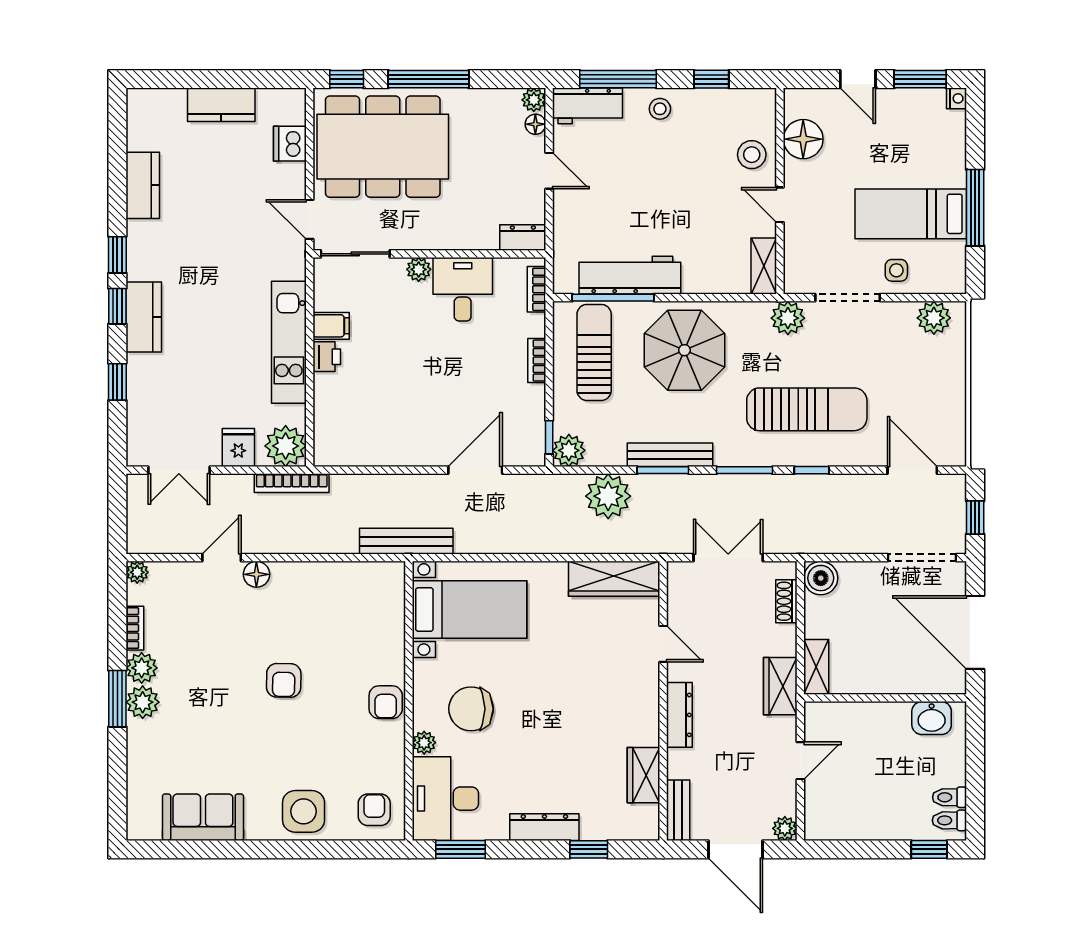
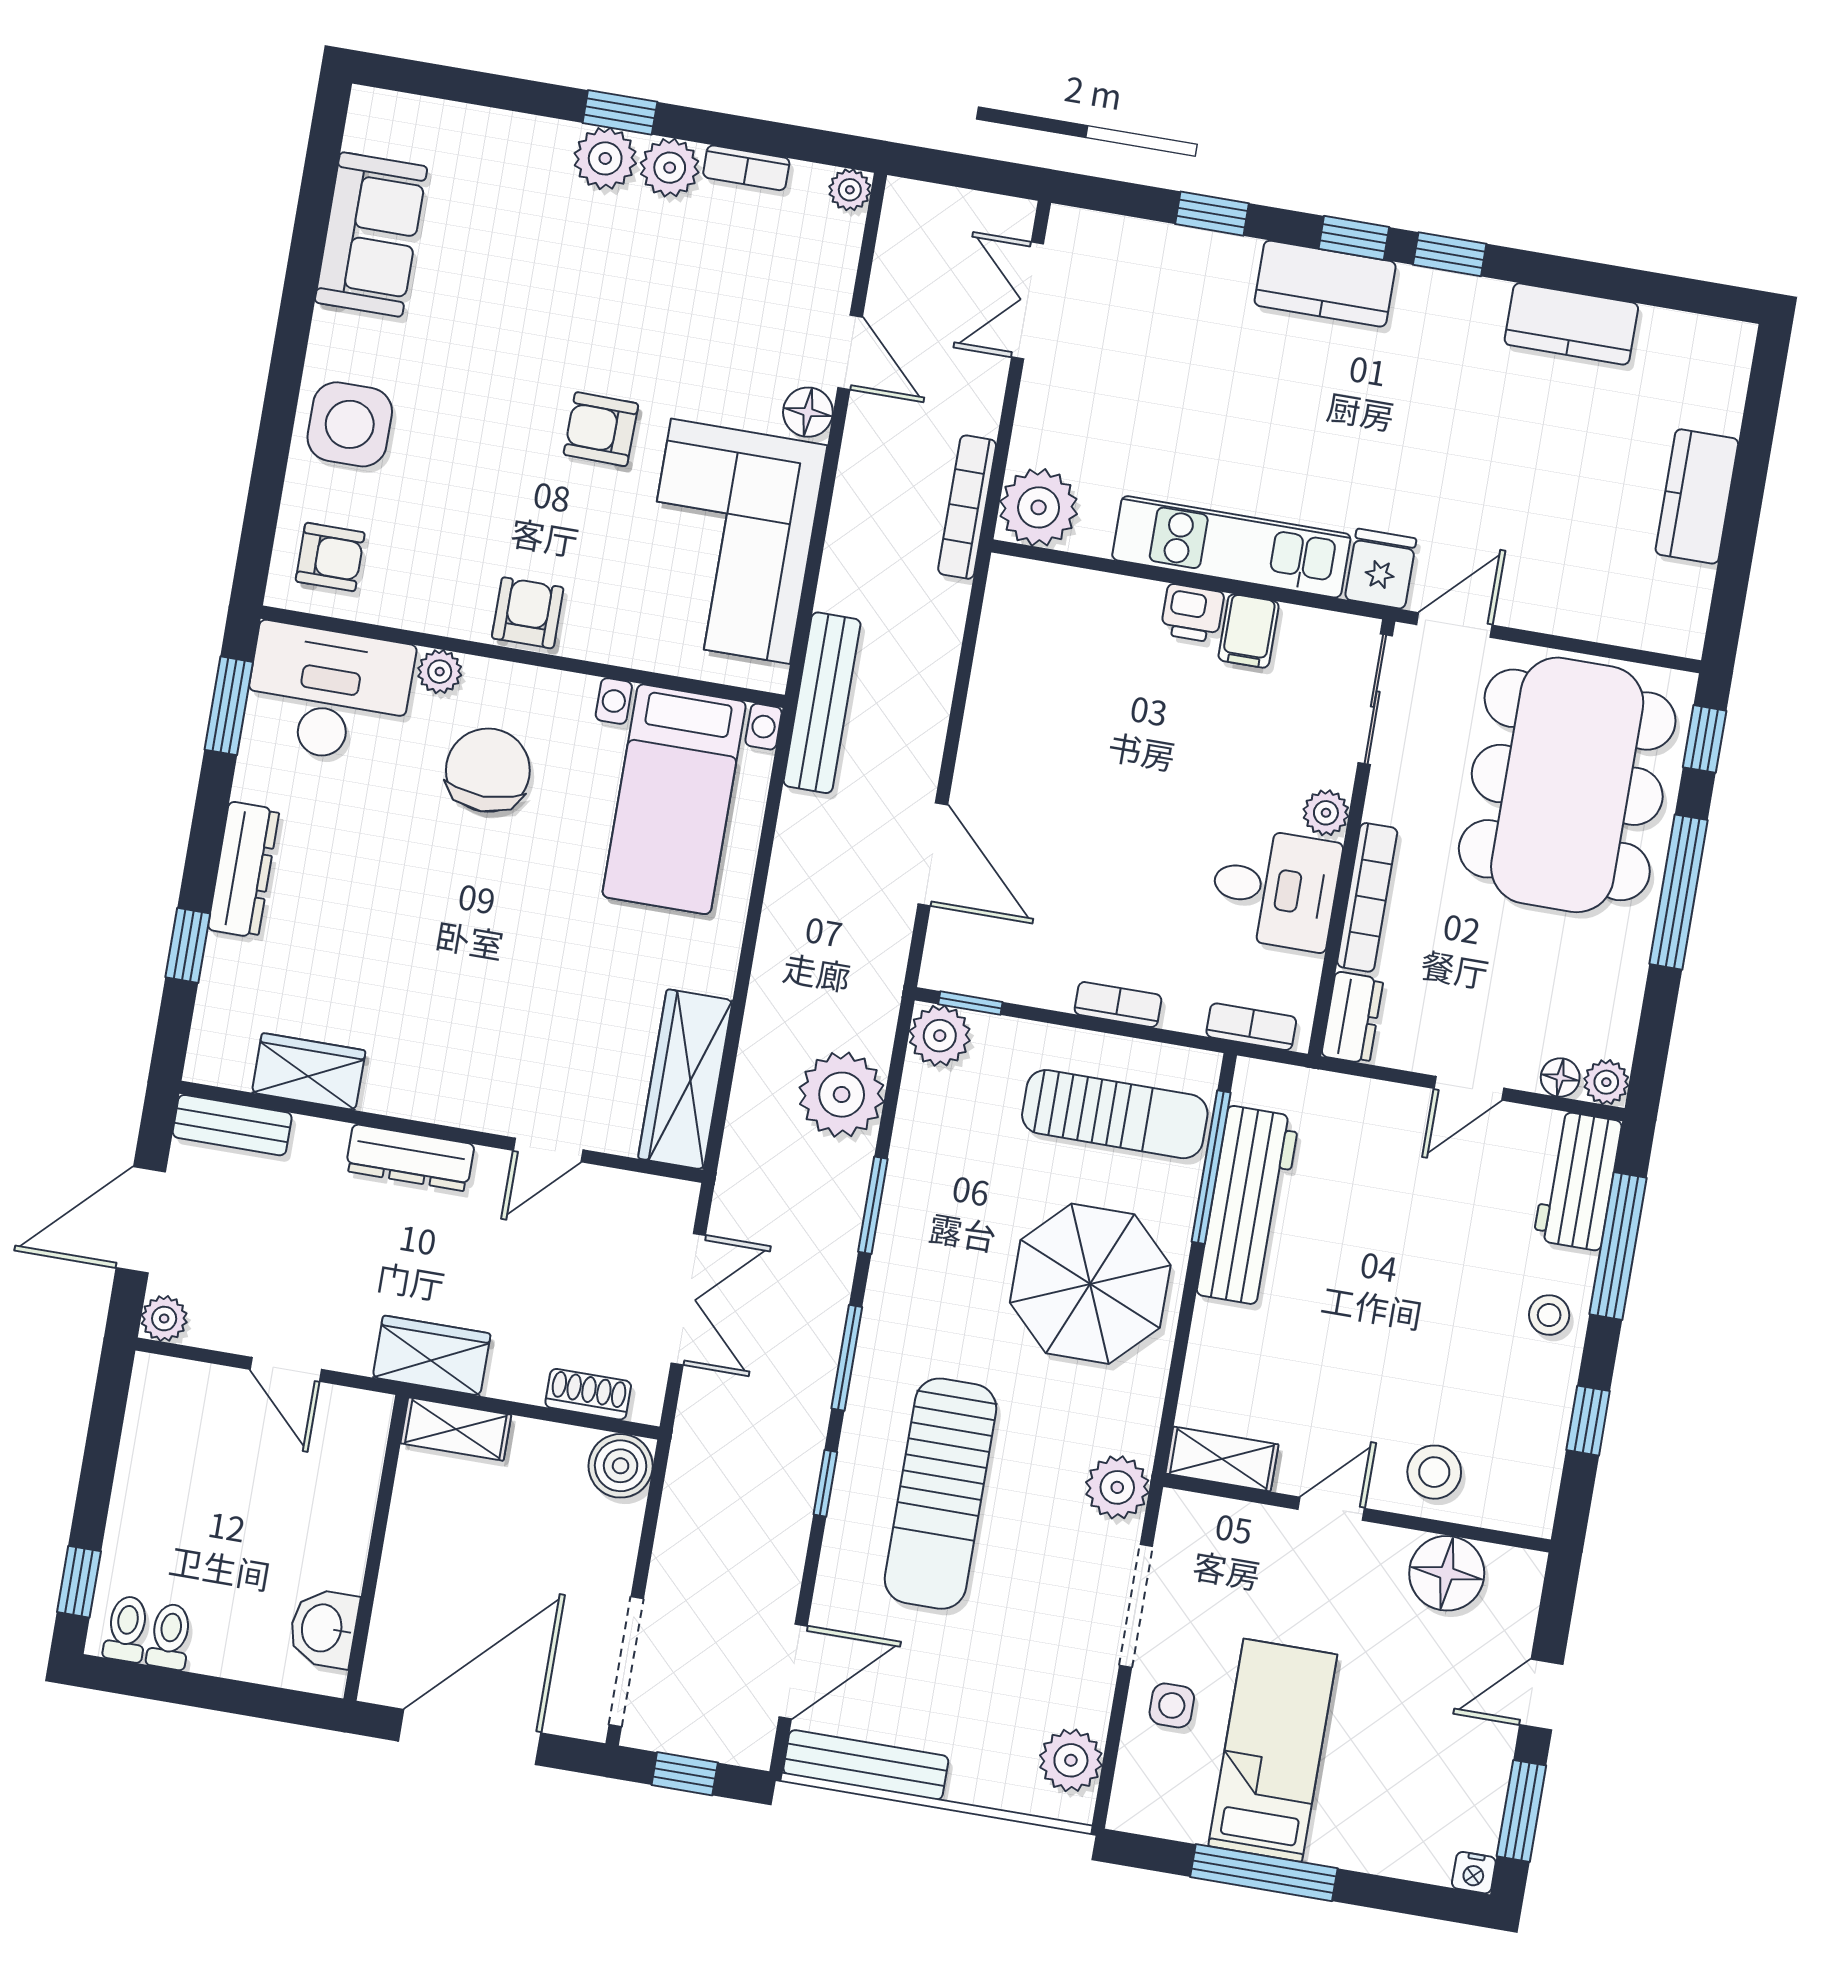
dishwasher: (290, 144) -> (1602, 612), removed
bookcase: (459, 241) -> (1367, 897), added
fridge: (238, 448) -> (1381, 569), moved, turned -90
bench: (670, 455) -> (866, 1765), moved, turned 90
corner sofa: (330, 603) -> (731, 541), added
window: (117, 699) -> (620, 112), width x0.67
armchair: (386, 702) -> (528, 613), turned 90

